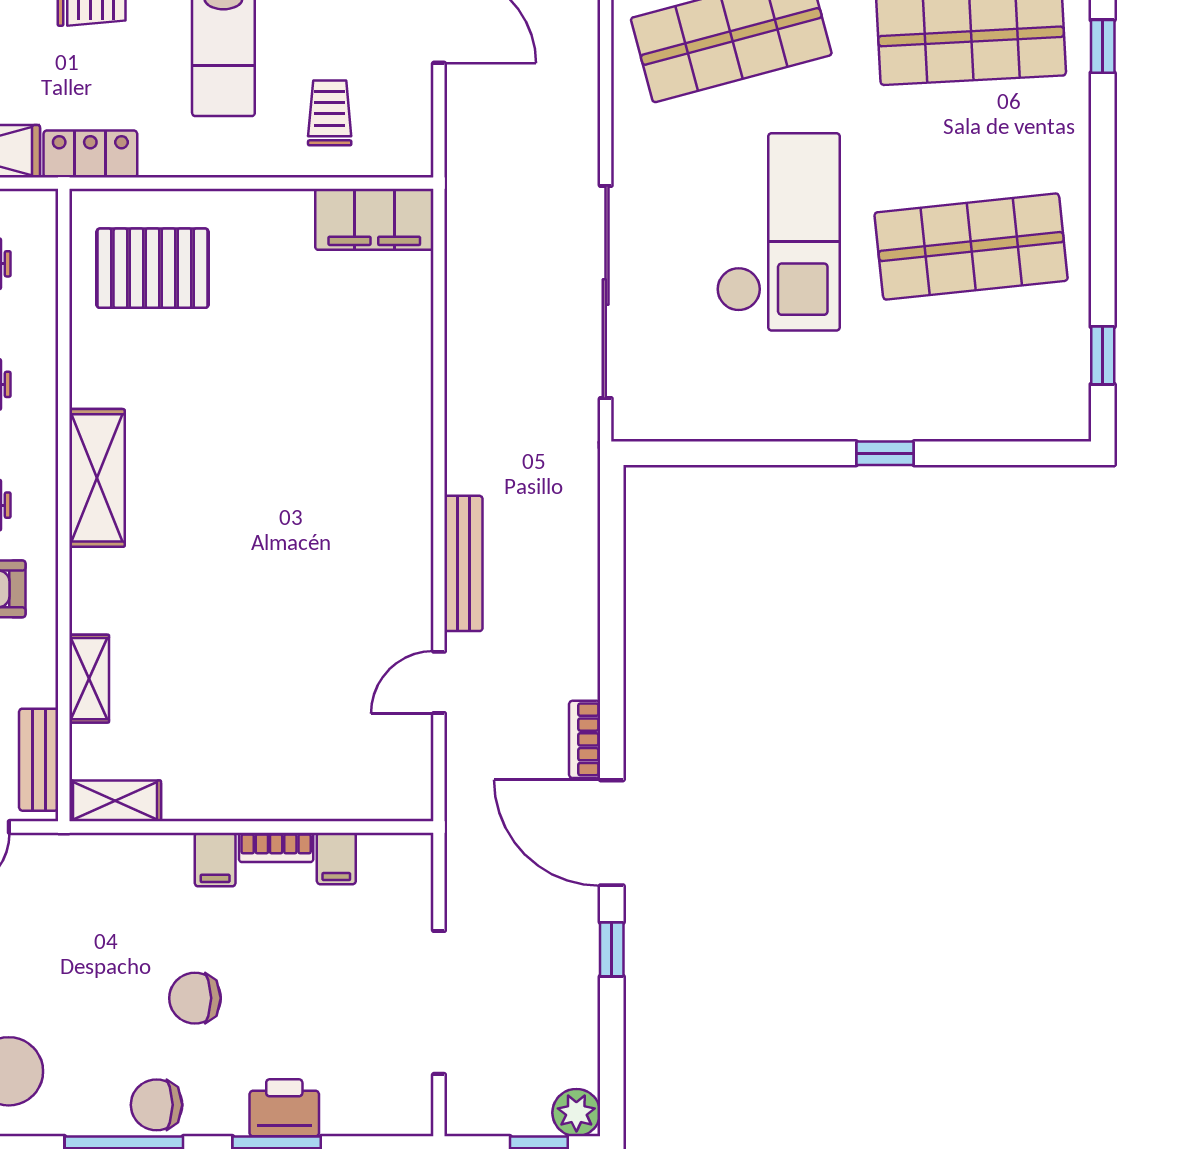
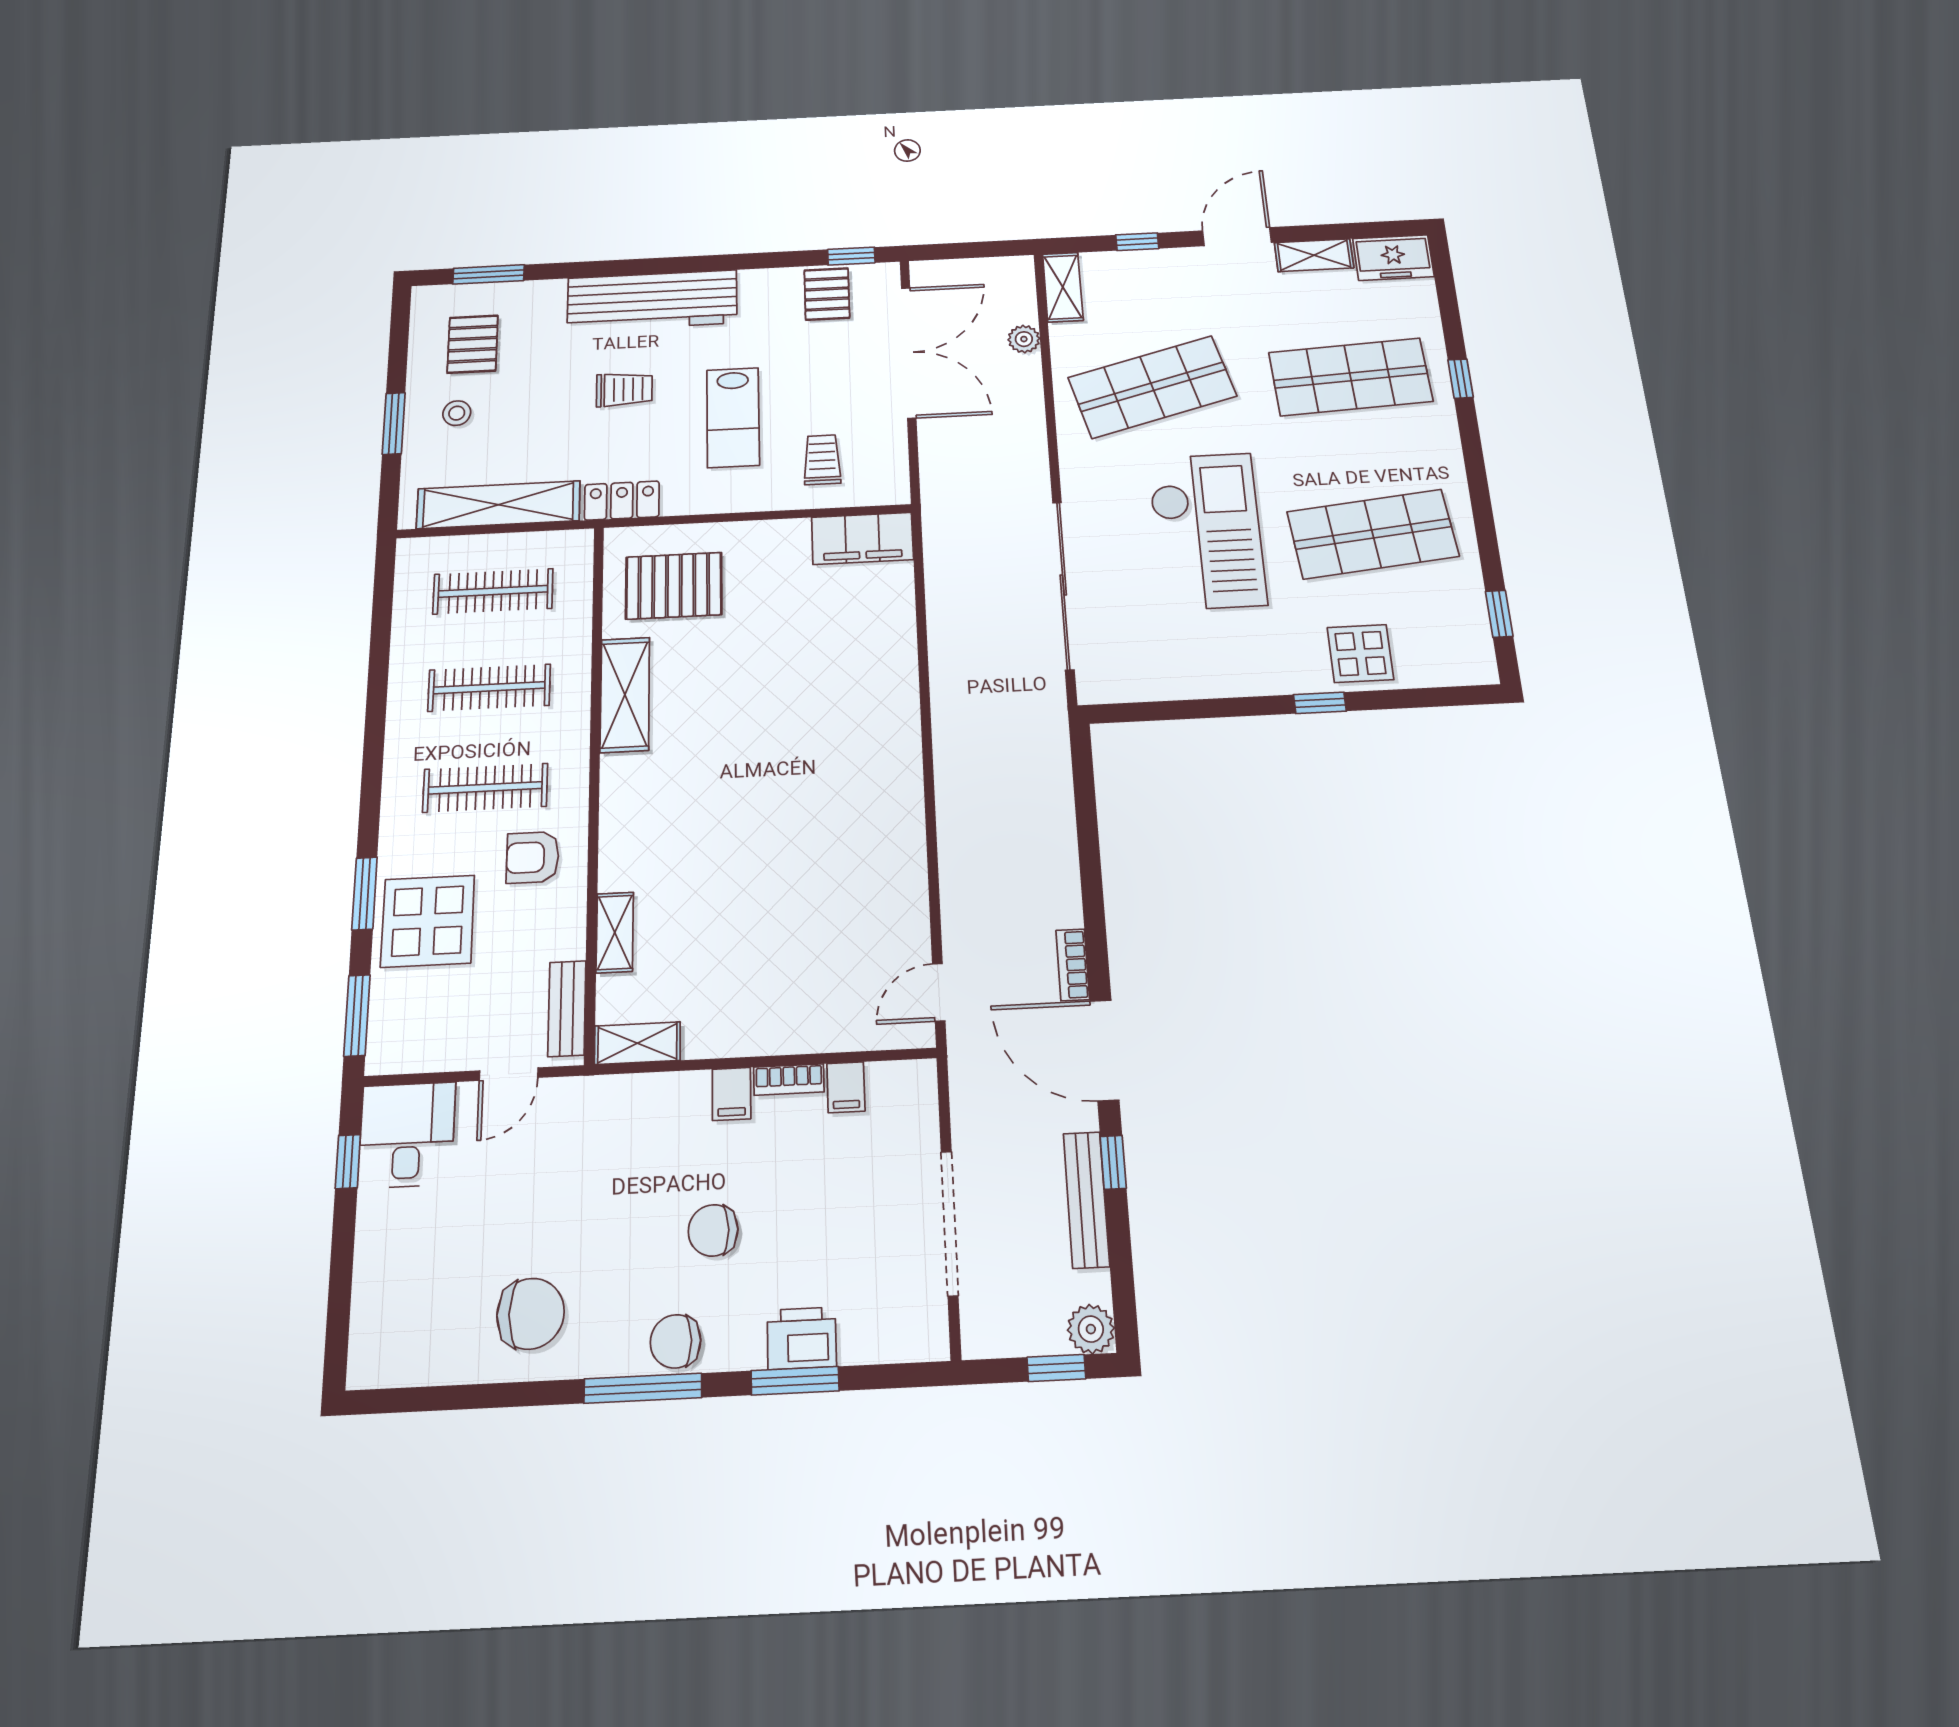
display table: (938, 396) -> (1360, 654), added
shelving: (97, 478) -> (625, 695), moved
bench: (463, 563) -> (1086, 1200), moved
door: (439, 682) -> (939, 992), moved

